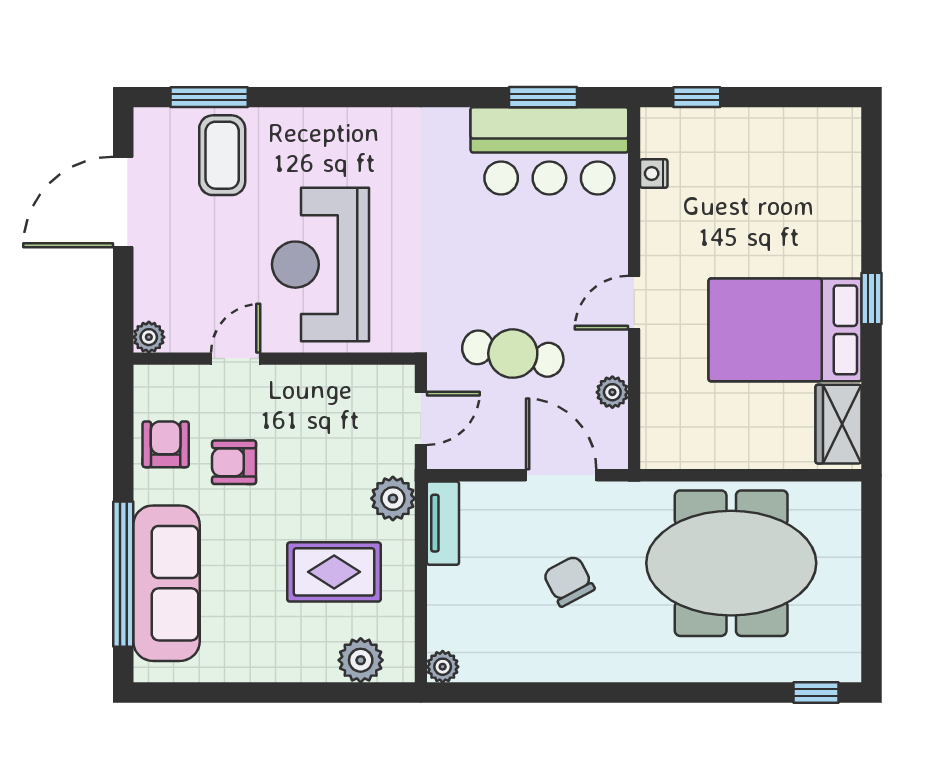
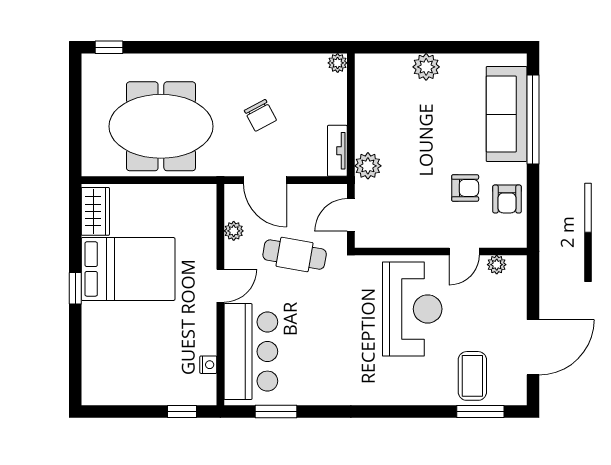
bar counter: (549, 151) -> (251, 352), moved, turned 90
plant: (149, 337) -> (497, 265), moved
rug: (334, 572) -> (404, 121), removed
plant: (361, 660) -> (426, 67), moved

